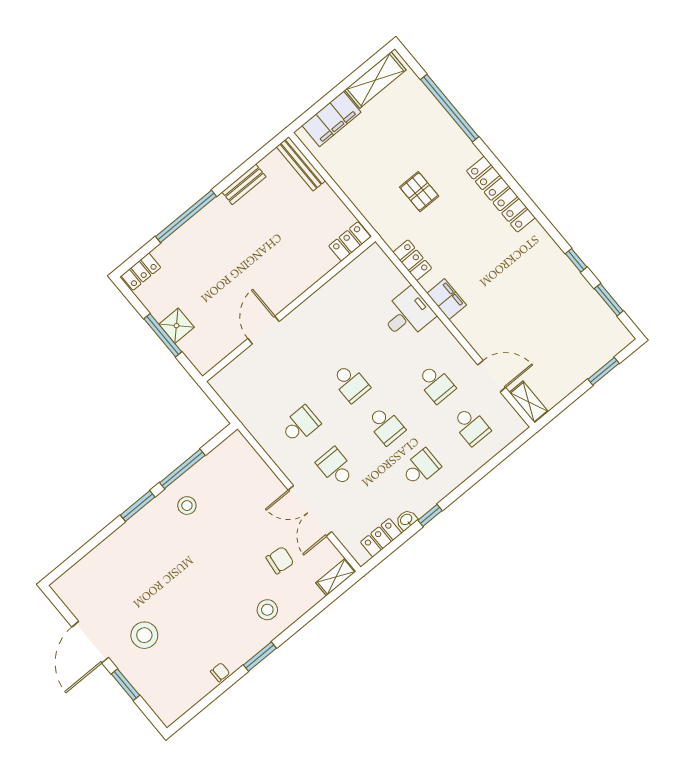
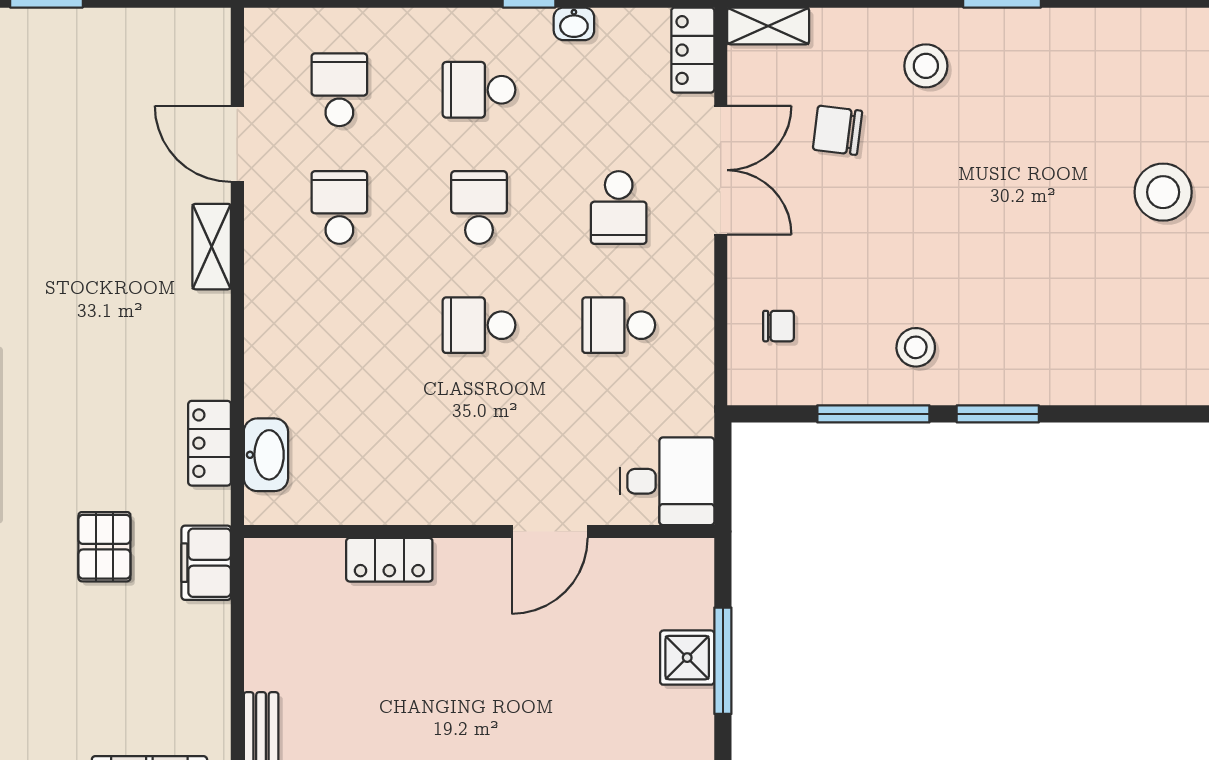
locker: (350, 241) -> (389, 560), moved
washbasin: (389, 273) -> (266, 455), added
filing cabinet: (447, 299) -> (206, 563), moved
desk: (408, 314) -> (667, 481), moved, turned 180
school desk: (351, 383) -> (479, 325), turned -90
shelving: (529, 402) -> (212, 247), moved
locker: (381, 538) -> (693, 50), moved, turned 90
chair: (220, 672) -> (779, 326), moved, turned 180

